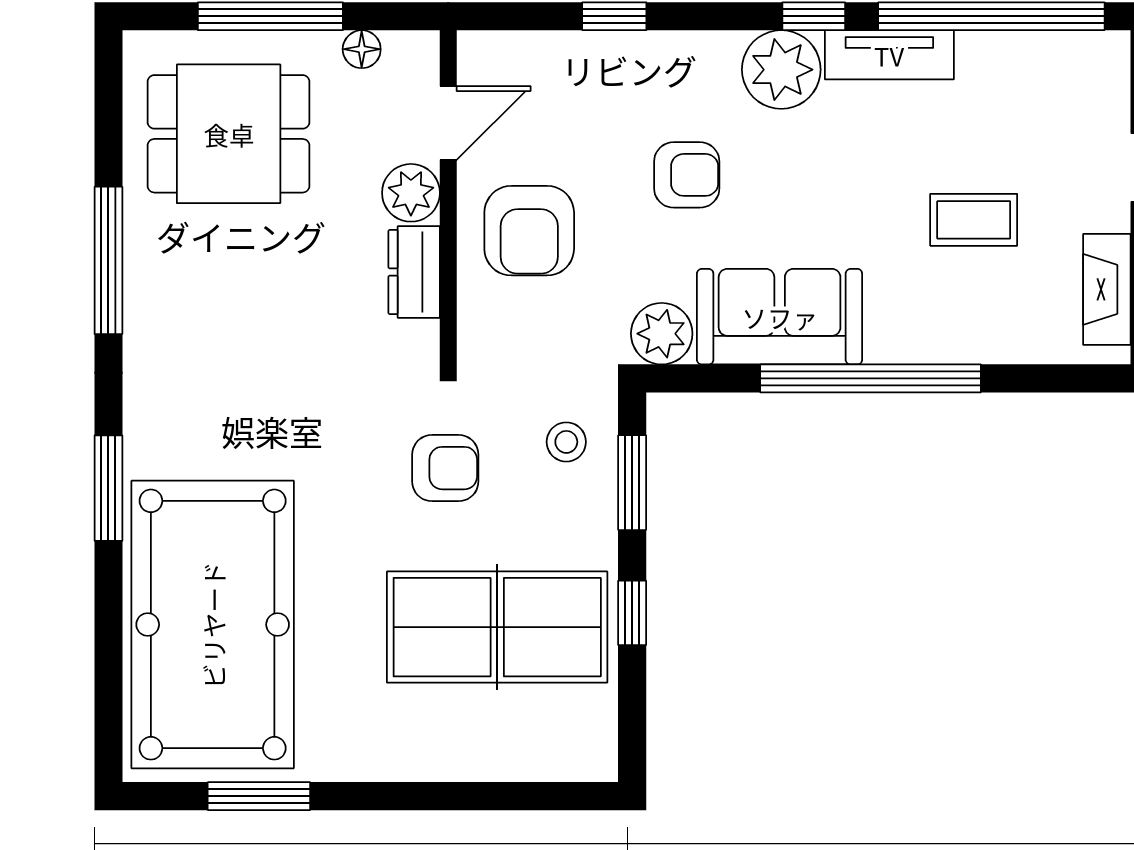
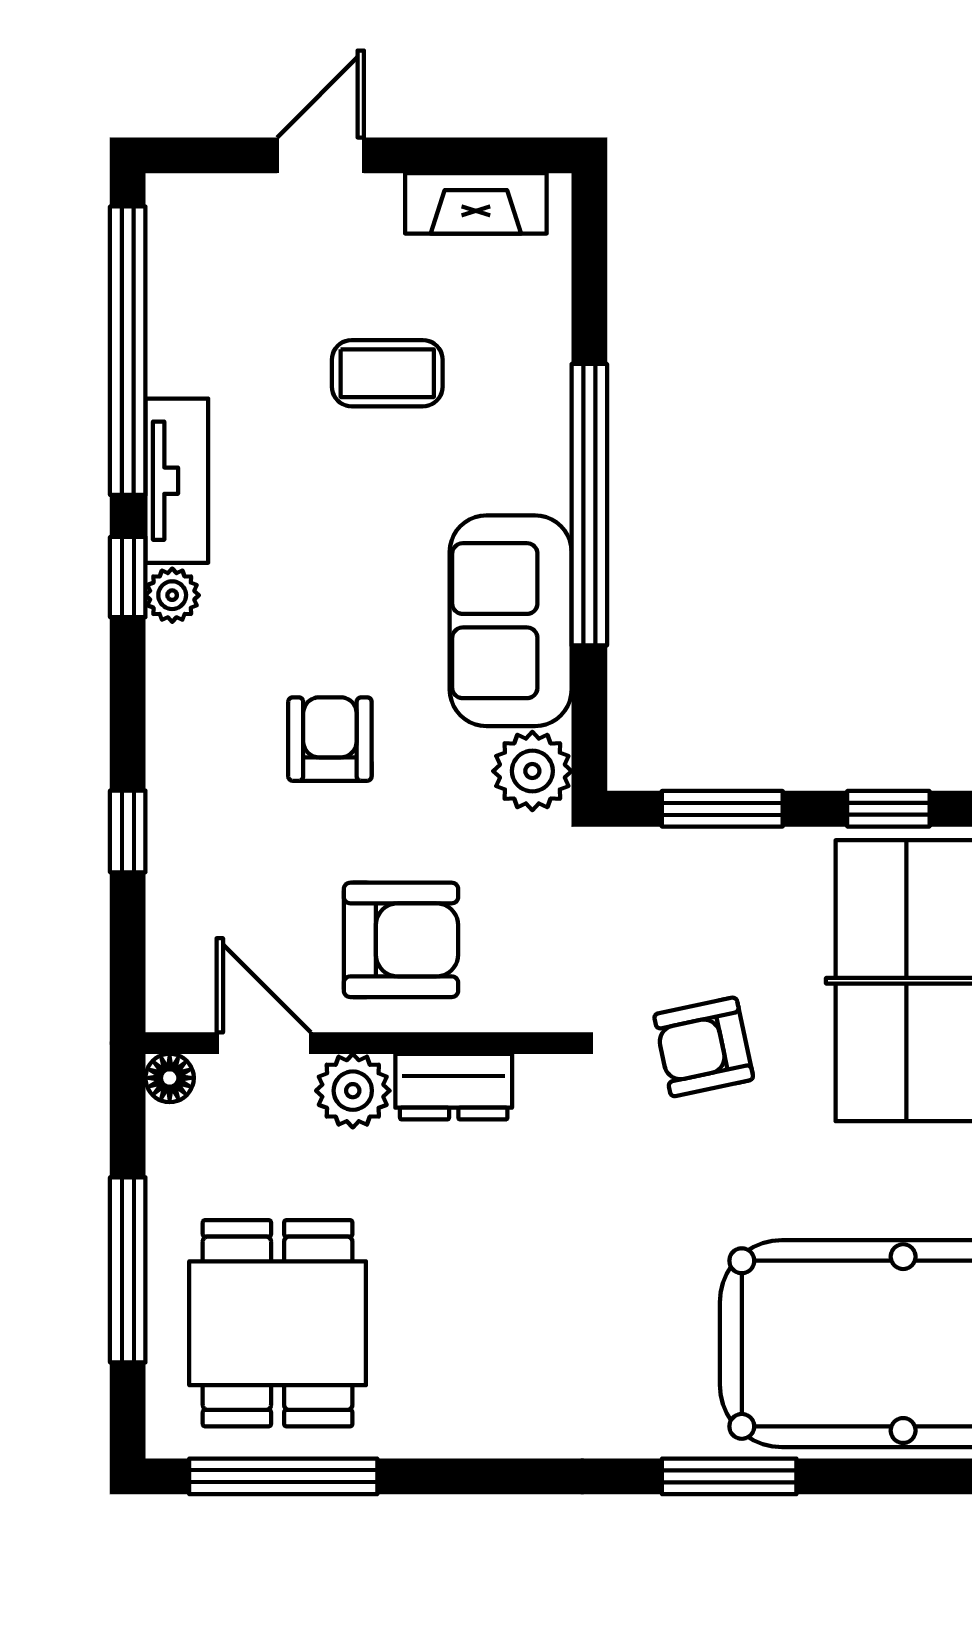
floor lamp: (362, 49) -> (170, 1078), moved
plant: (781, 70) -> (172, 595), width x0.53, depth x0.53
coffee table: (974, 220) -> (387, 373), turned 90
window: (108, 260) -> (283, 1476), moved
stool: (566, 442) -> (670, 893), removed
armchair: (445, 468) -> (704, 1047), turned -102

